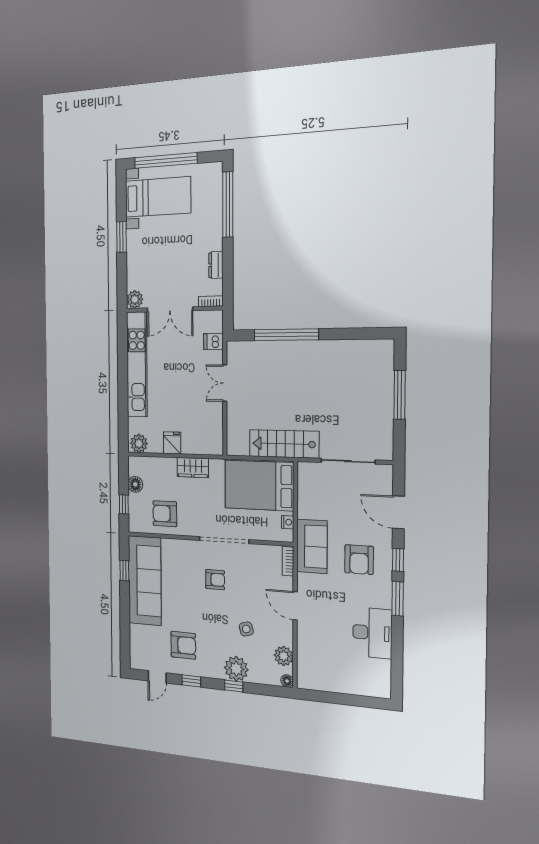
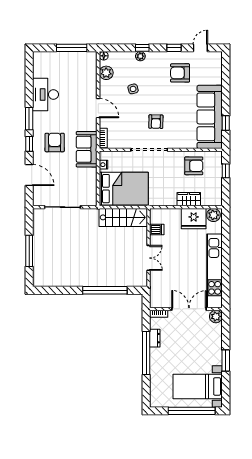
window: (228, 205) -> (146, 353), moved
dishwasher: (213, 342) -> (157, 229), moved
fridge: (172, 443) -> (194, 219), width x1.88, depth x1.34
stairs: (284, 444) -> (123, 217), moved
wardrobe: (193, 468) -> (189, 199), moved
floor lamp: (135, 484) -> (217, 186), removed
armchair: (215, 580) -> (156, 122), turned -89
plant: (236, 669) -> (140, 56), width x0.53, depth x0.53
window: (333, 698) -> (72, 48), added

